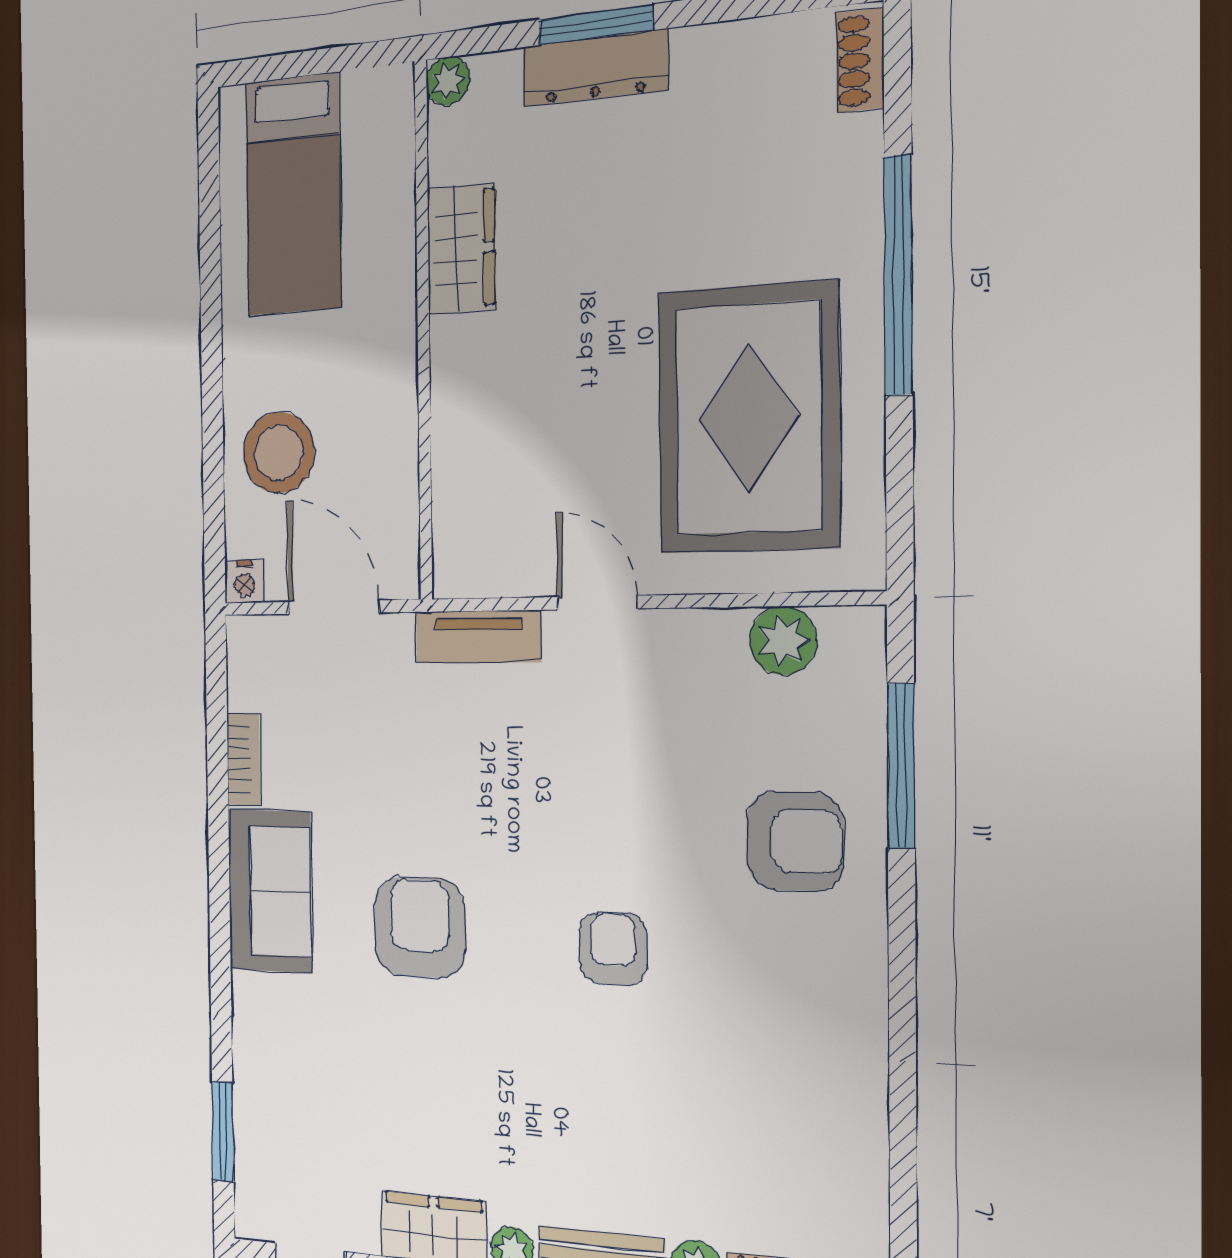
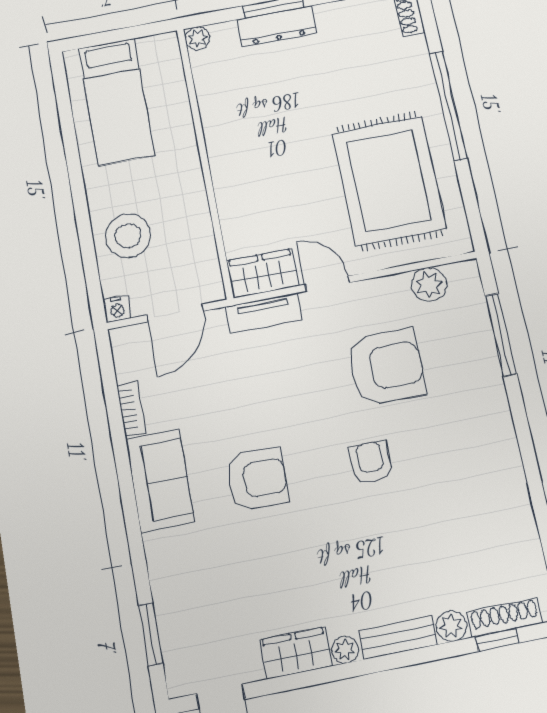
wardrobe: (461, 249) -> (263, 273), moved, turned -90
door: (334, 607) -> (175, 313), swing flipped
armchair: (795, 841) -> (386, 367), moved, width x1.36, depth x1.36
armchair: (420, 927) -> (257, 479), turned 90

